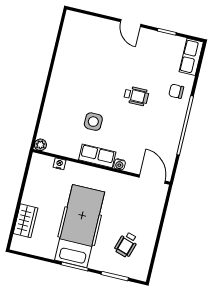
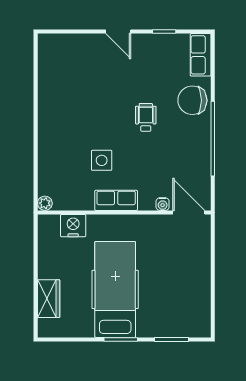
chair: (176, 91) -> (192, 100), width x1.87, depth x1.87
wheelchair: (136, 96) -> (146, 117), turned -90
nightstand: (59, 164) -> (73, 226), width x1.89, depth x1.79
water cooler: (120, 164) -> (163, 204), moved
wheelchair: (126, 245) -> (176, 298), removed

